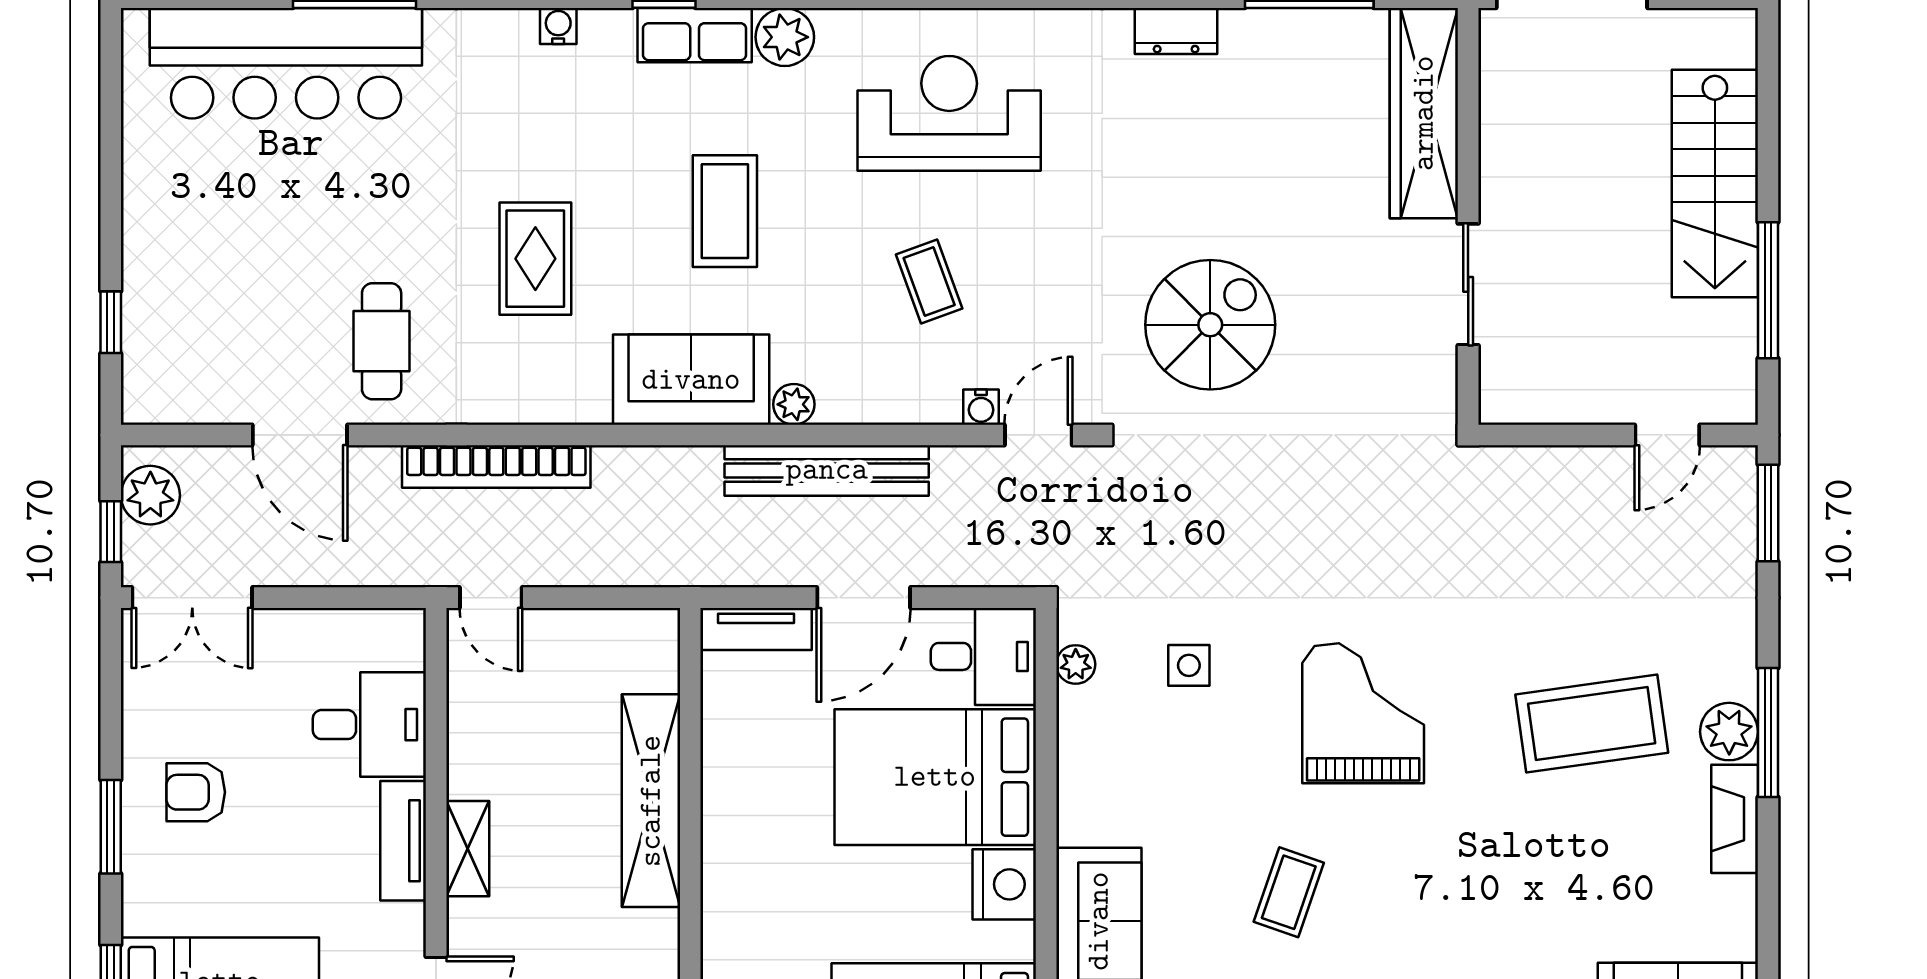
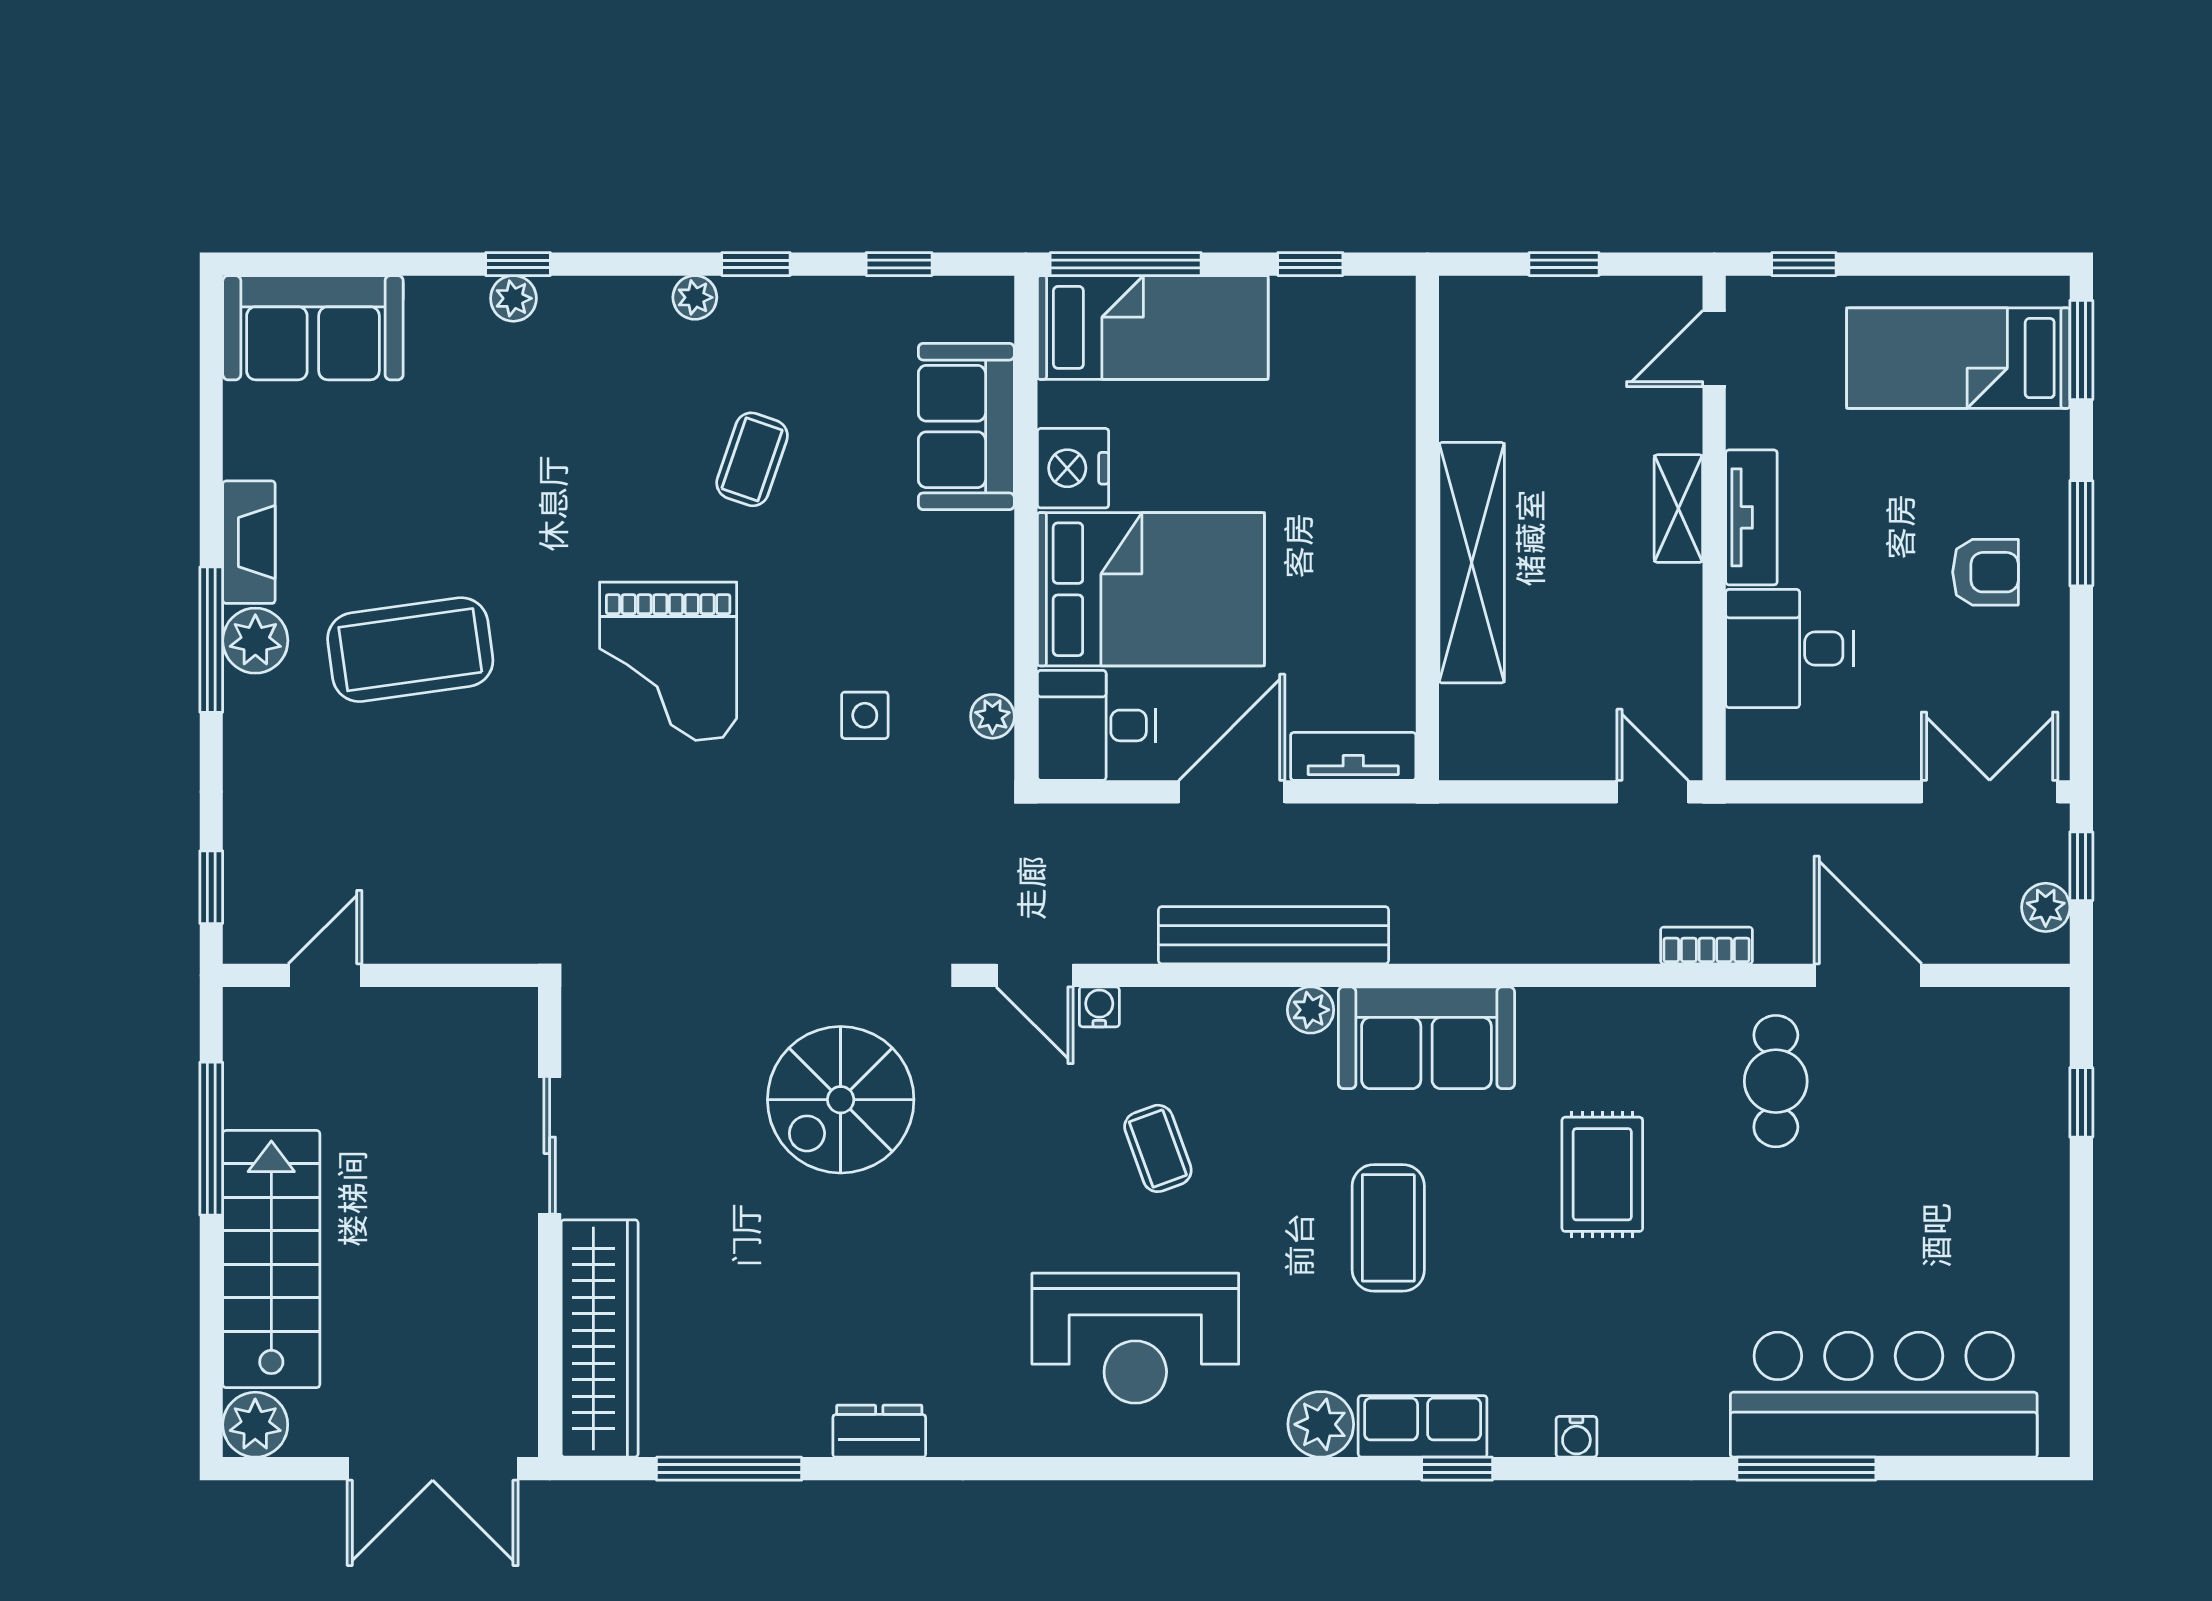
plant: (1729, 37) -> (255, 1425), added
door: (1038, 435) -> (1035, 975), hinge flipped
bookcase: (496, 466) -> (1707, 945), width x0.43, depth x0.76
plant: (150, 495) -> (2046, 907), width x0.73, depth x0.73
window: (1768, 513) -> (211, 887), width x0.67

